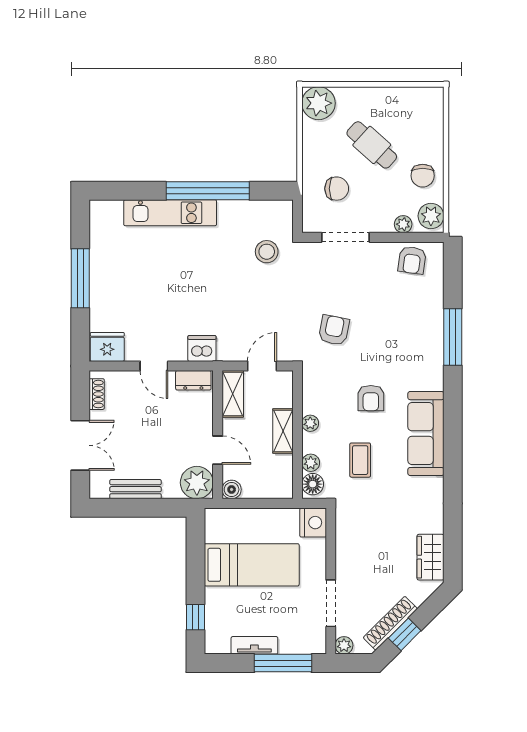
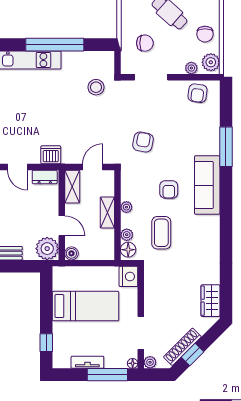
sofa: (426, 434) -> (207, 185), moved
coffee table: (360, 460) -> (161, 233), width x1.36, depth x1.30
floor lamp: (319, 647) -> (133, 363), added

